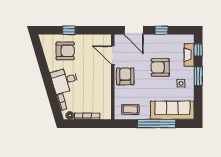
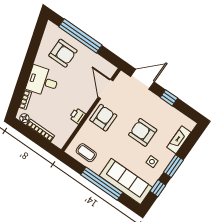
window: (69, 30) -> (80, 36), width x3.17
door: (134, 30) -> (142, 79), swing flipped
window: (198, 50) -> (158, 188), moved
printer: (106, 88) -> (77, 116), added

